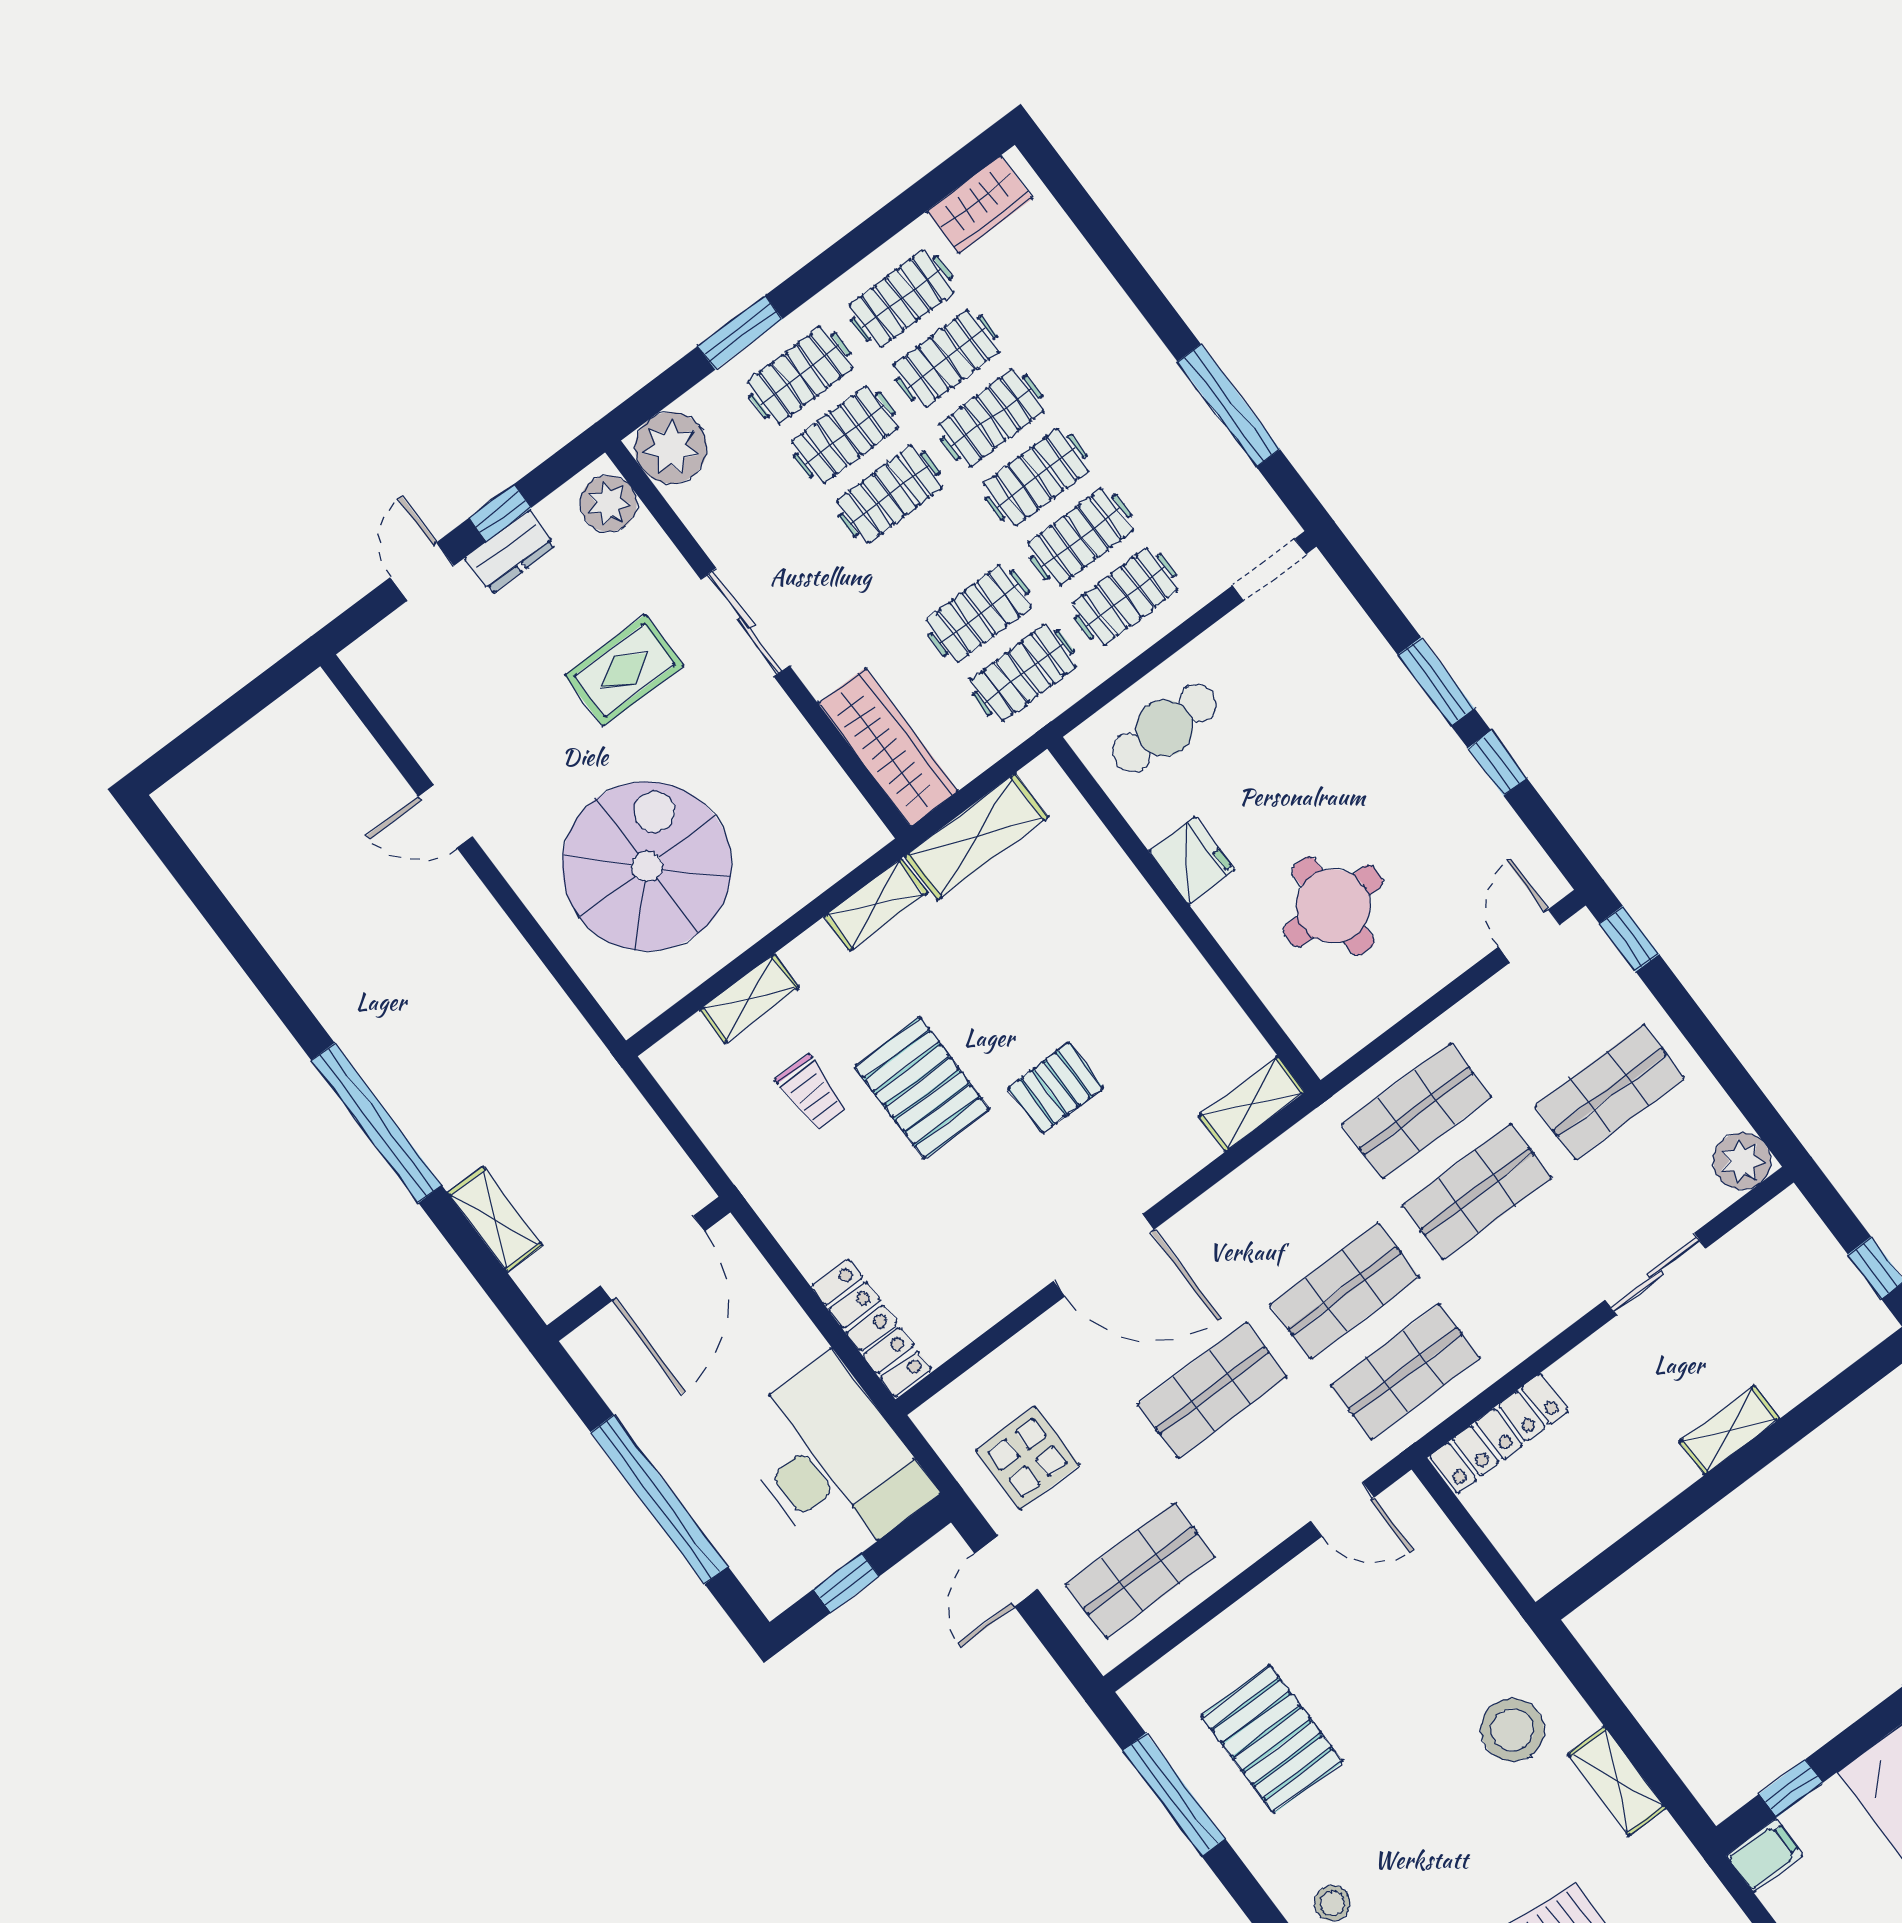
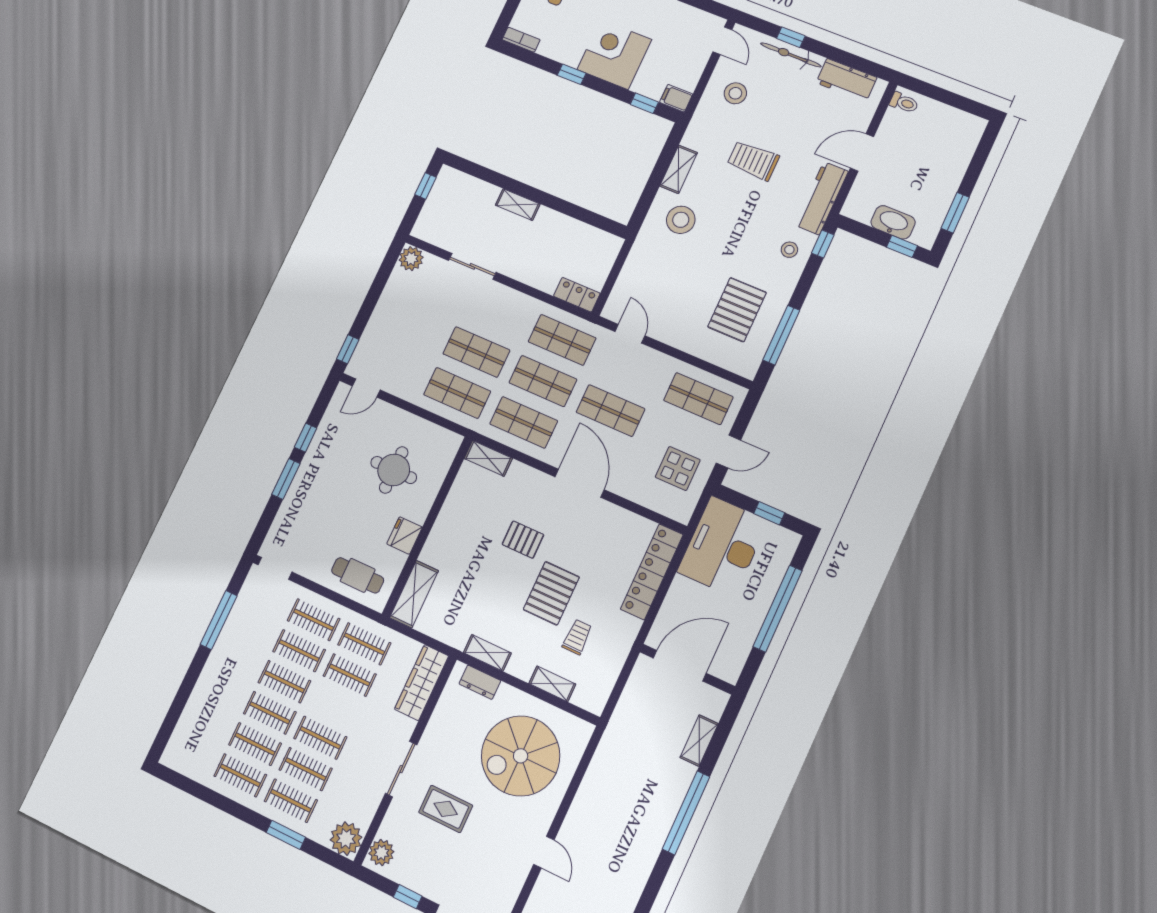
wardrobe: (980, 205) -> (188, 764), removed
dresser: (510, 552) -> (480, 682), moved, turned 180
shelving: (976, 837) -> (414, 594), moved, turned 90
shop shelf: (1609, 1092) -> (524, 422), moved
locker: (871, 1328) -> (652, 572), width x1.41, depth x1.21
locker: (1499, 1434) -> (577, 295), width x0.66

